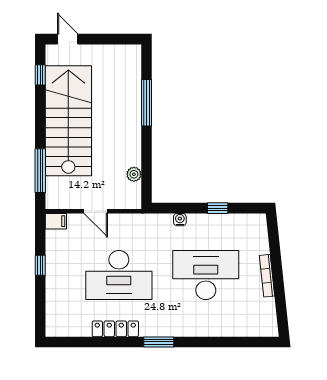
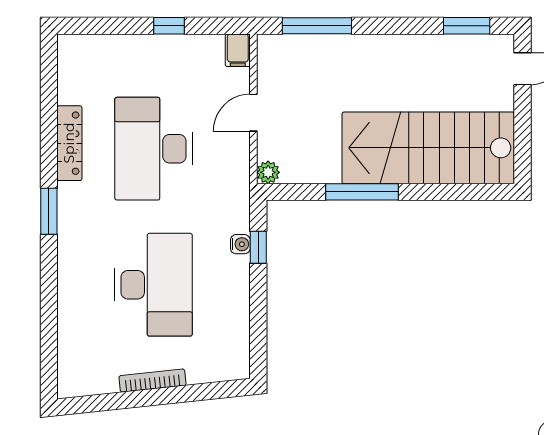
window: (40, 75) -> (467, 26), width x1.50
window: (146, 103) -> (362, 192), moved
stairs: (68, 121) -> (428, 148), moved, turned 180
plant: (134, 174) -> (268, 172), moved
window: (218, 208) -> (258, 247), moved

